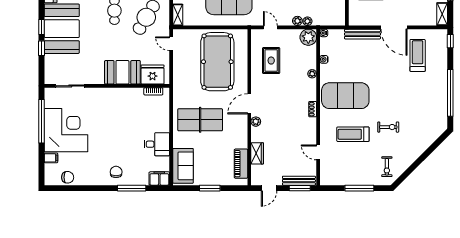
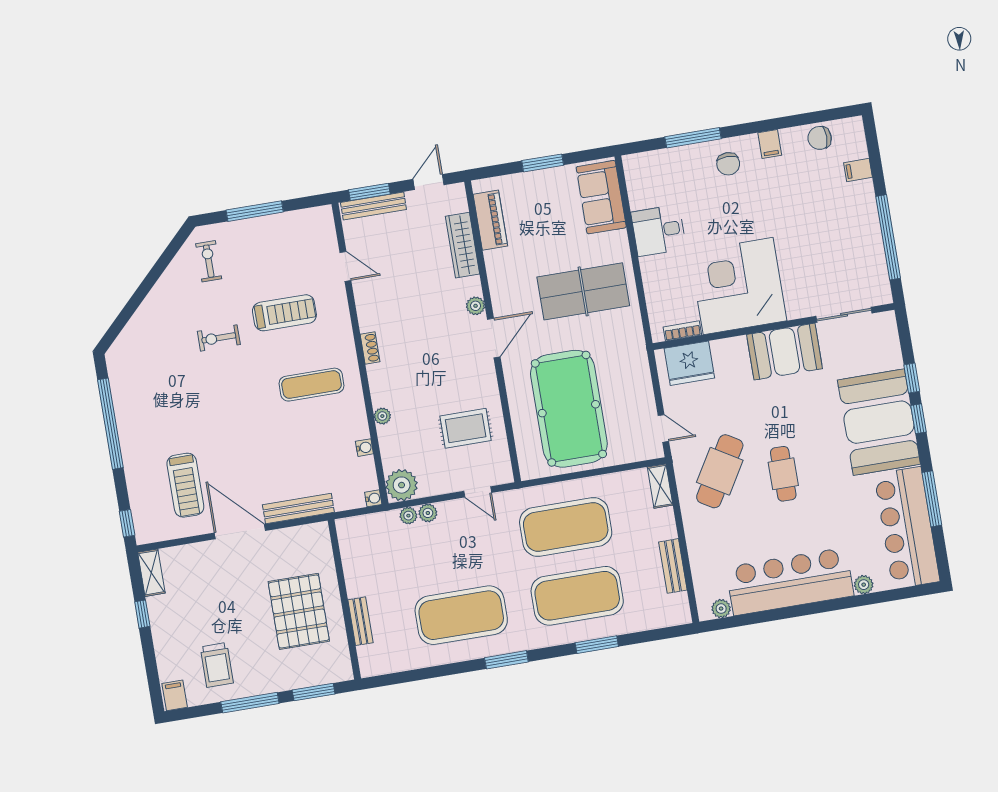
rug: (271, 61) -> (466, 428), turned 90
booth: (122, 72) -> (784, 352), moved
exercise mat: (345, 96) -> (311, 385), width x0.50, depth x0.69
corner desk: (66, 130) -> (738, 286), moved, turned 90
wardrobe: (257, 153) -> (462, 245), width x1.50
filing cabinet: (159, 178) -> (770, 144), moved, width x0.50

